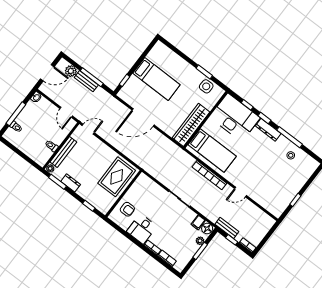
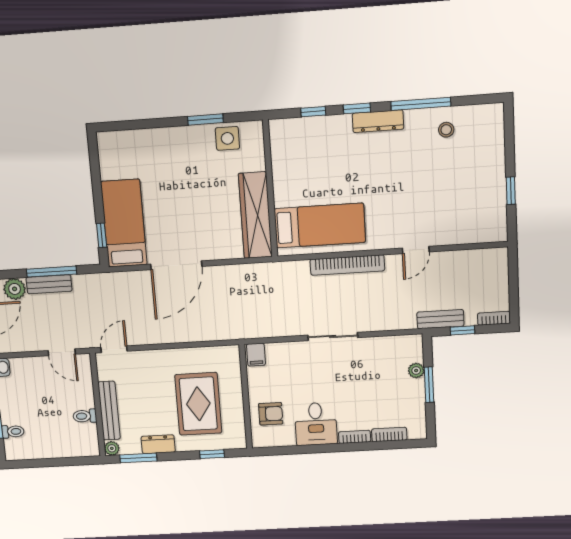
bed: (156, 79) -> (124, 223), moved, turned -90
desk: (235, 117) -> (311, 147), removed
rug: (117, 177) -> (198, 404), moved
filing cabinet: (198, 222) -> (256, 355), moved
floor lamp: (207, 228) -> (411, 344), removed

